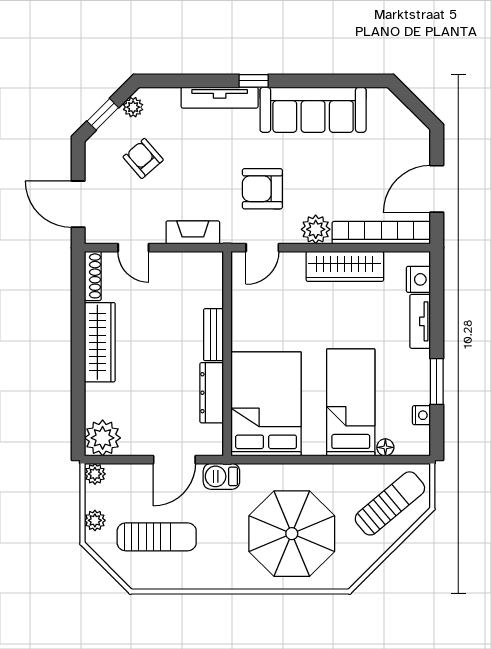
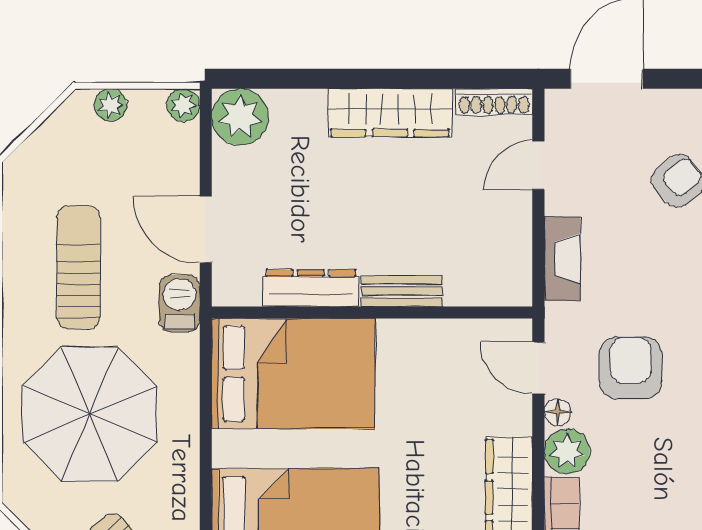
floor lamp: (291, 235) -> (558, 412), added
sun lounger: (157, 537) -> (78, 267), moved, turned 180

